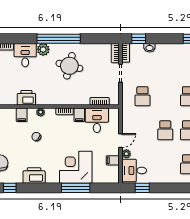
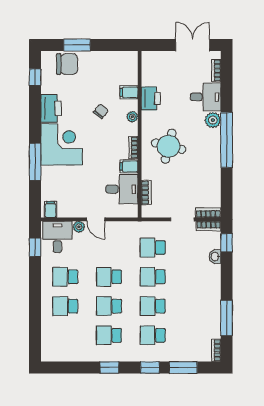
round table: (69, 66) -> (169, 146), moved
school desk: (165, 96) -> (153, 277), added
filing cabinet: (113, 160) -> (51, 209), moved
school desk: (165, 164) -> (65, 277), added
corner desk: (76, 167) -> (62, 144), moved

